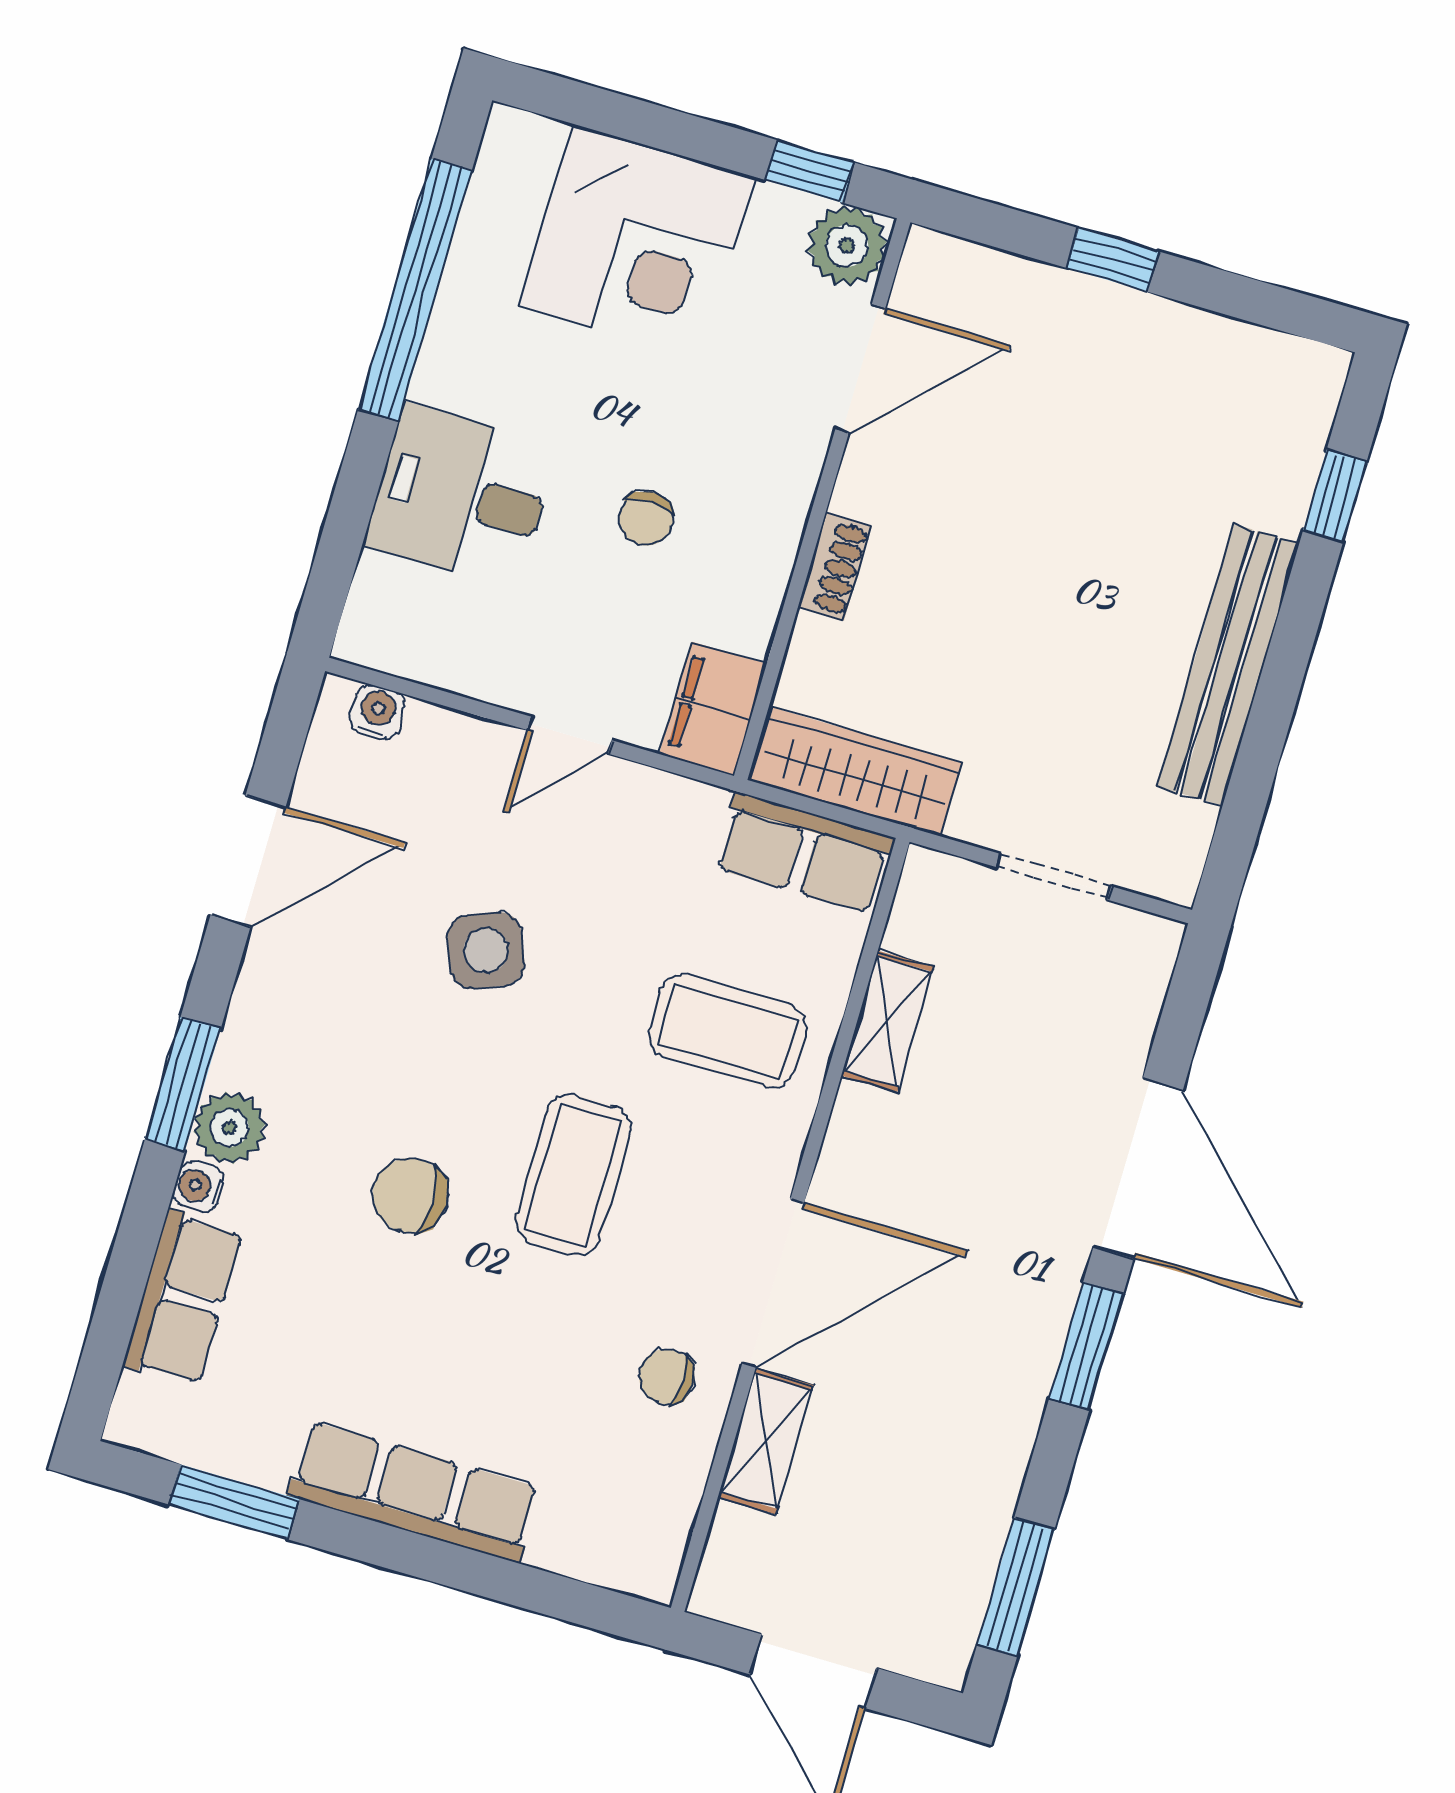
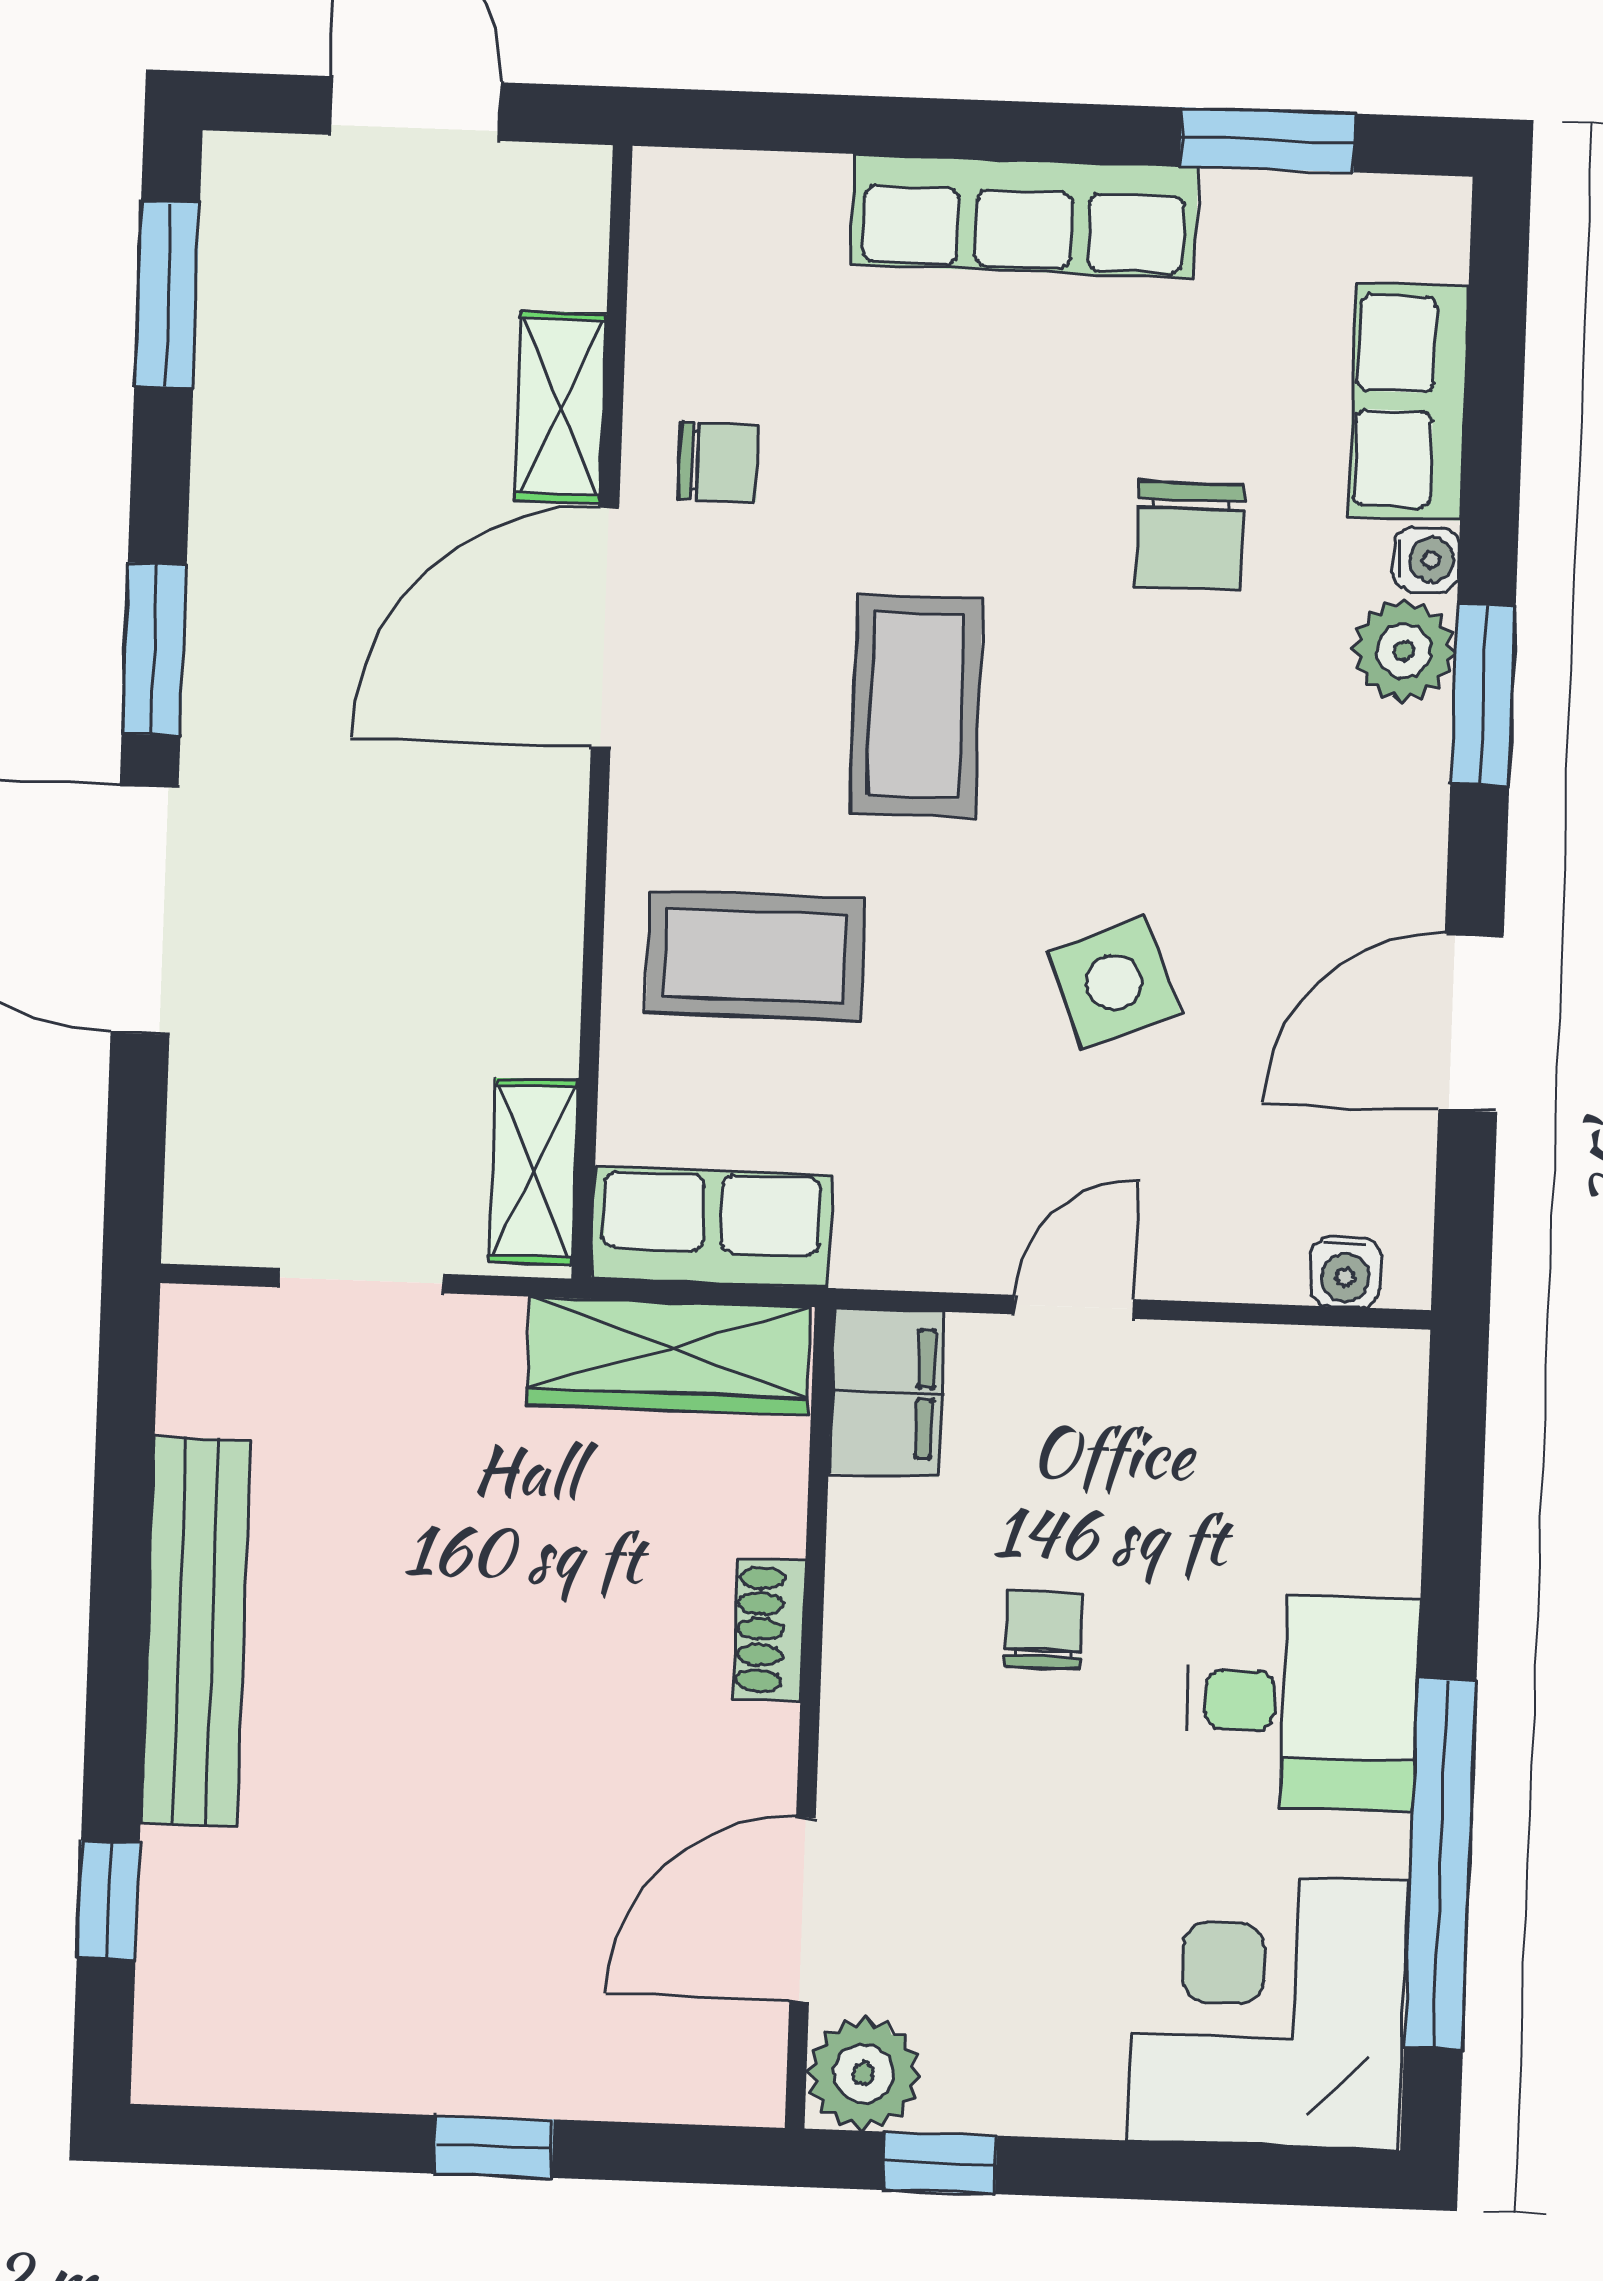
corner desk: (637, 242) -> (1268, 2010), moved
desk: (461, 496) -> (1302, 1702), moved
shelving: (887, 1021) -> (534, 1171), moved
chair: (410, 1195) -> (1190, 536), moved, turned 90

